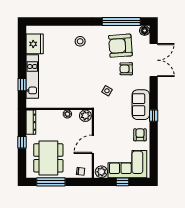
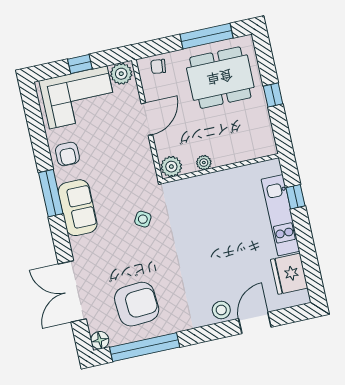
door: (59, 21) -> (255, 323), added
stool: (80, 41) -> (221, 310), moved
armchair: (126, 69) -> (117, 265), removed
window: (154, 116) -> (51, 193), width x2.17
dresser: (31, 122) -> (265, 134), removed
dining table: (48, 158) -> (220, 78), turned 90

